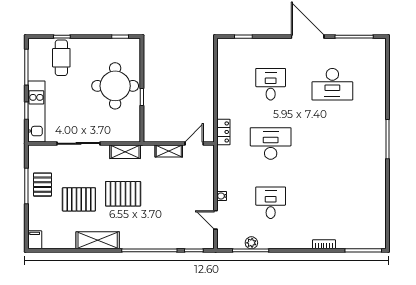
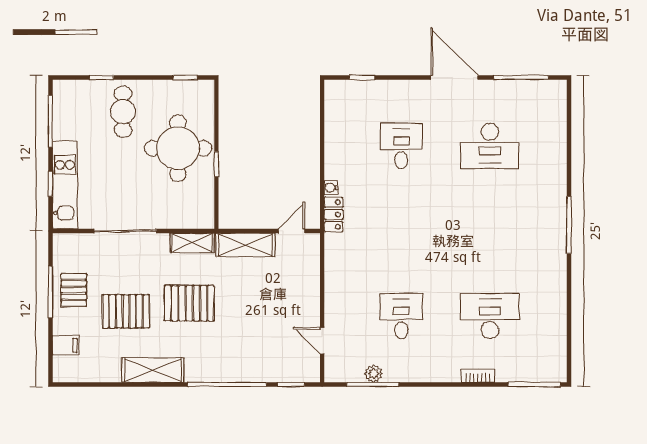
cafe table: (61, 58) -> (123, 112), moved
desk: (271, 143) -> (490, 316), moved
shelving: (169, 151) -> (245, 245), width x1.50, depth x1.33
water cooler: (222, 196) -> (331, 188), moved
filing cabinet: (35, 240) -> (66, 345), moved, turned 90

